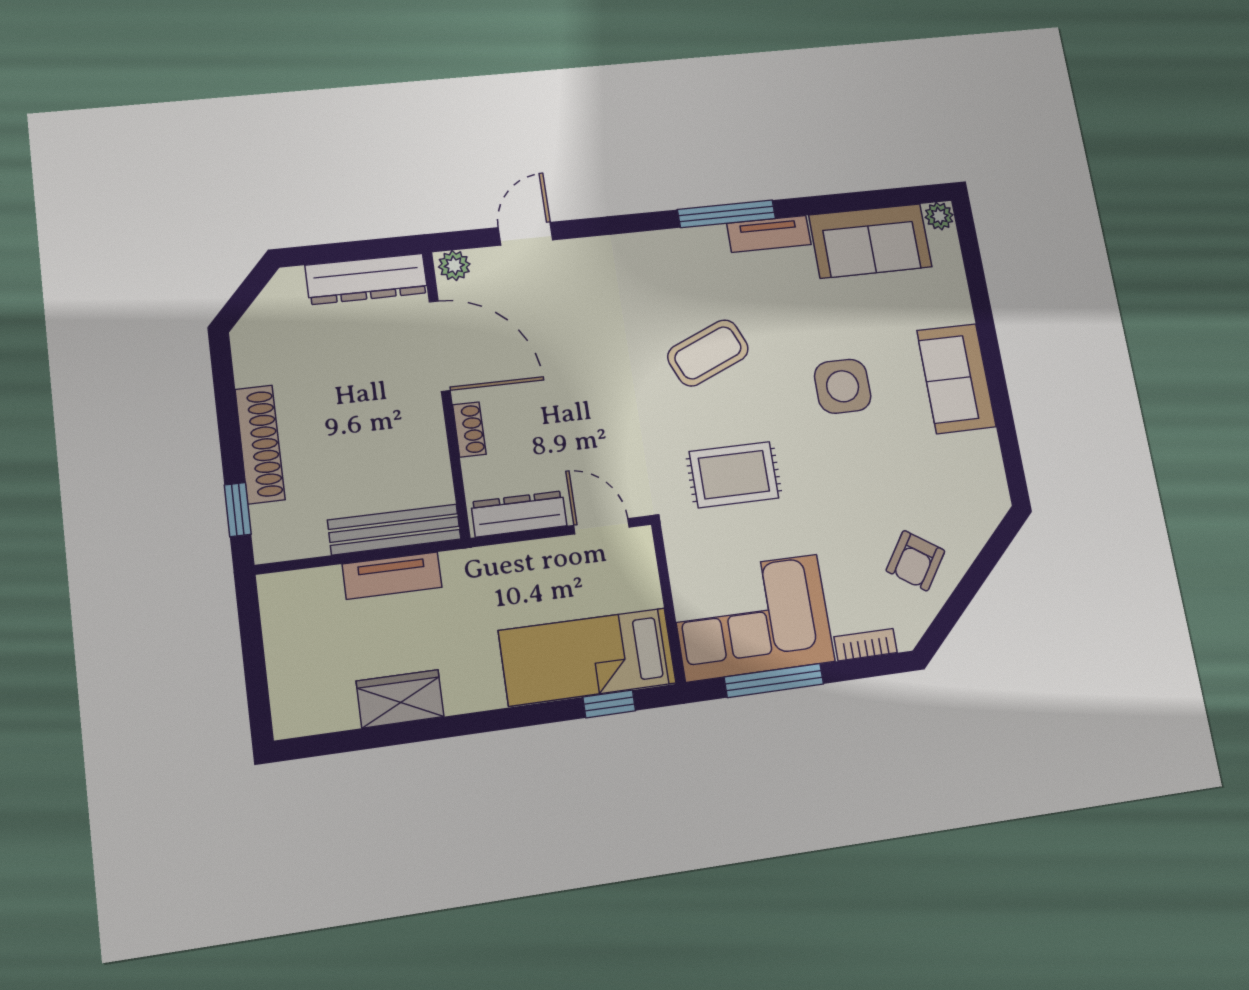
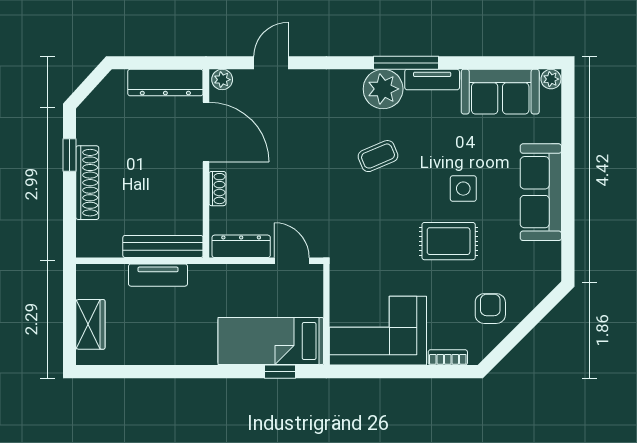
plant: (699, 255) -> (383, 89), added
coffee table: (708, 353) -> (378, 156), width x0.73, depth x0.77
sofa: (956, 378) -> (541, 192), width x1.36
side table: (843, 386) -> (463, 189), width x0.73, depth x0.73
rug: (734, 475) -> (449, 241), moved
window: (238, 510) -> (70, 155), moved
armchair: (915, 561) -> (490, 309), turned 146
window: (774, 680) -> (385, 372), removed
wardrobe: (400, 699) -> (90, 324), moved, turned 90

